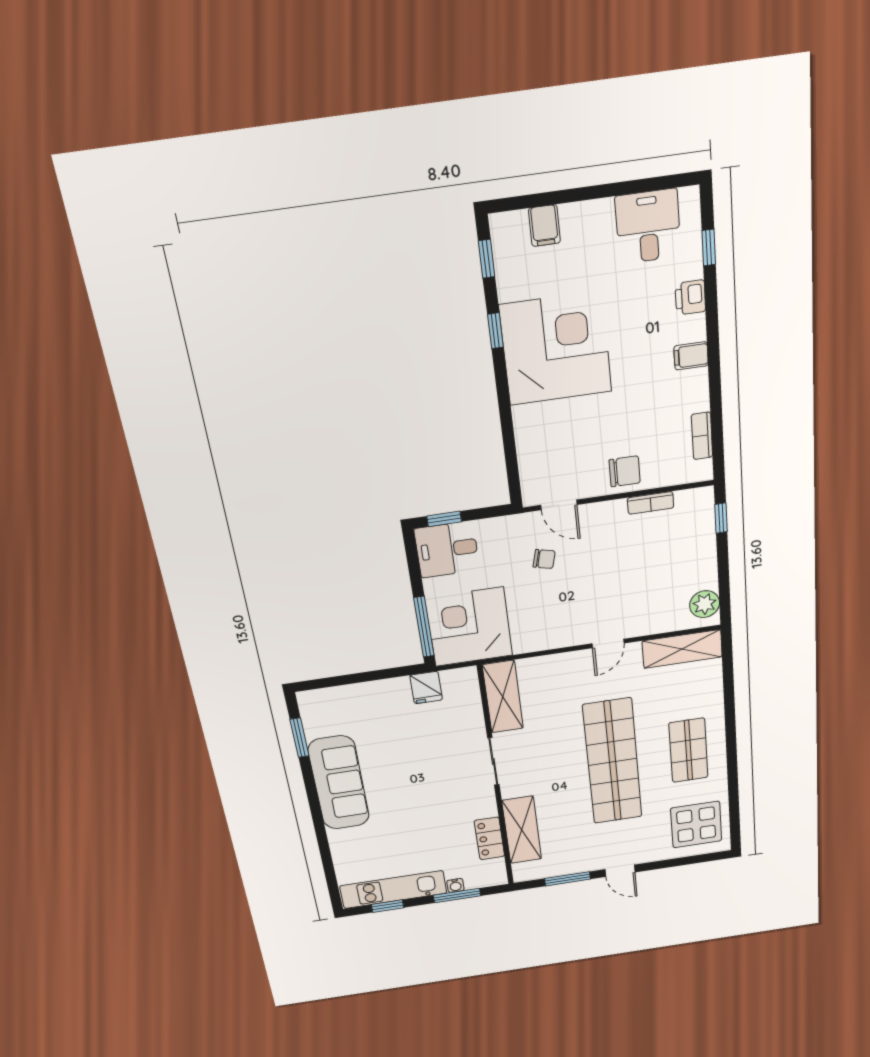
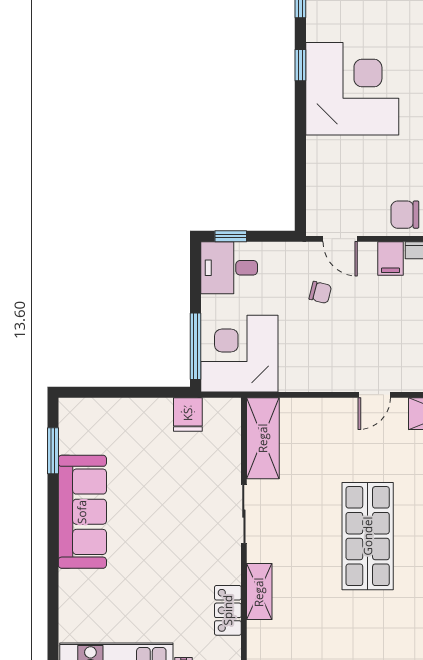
chair: (625, 471) -> (405, 215), turned 180
filing cabinet: (613, 516) -> (390, 258), added
shop shelf: (613, 762) -> (368, 536), width x0.71
shelving: (522, 830) -> (259, 592), width x0.67, depth x0.75

